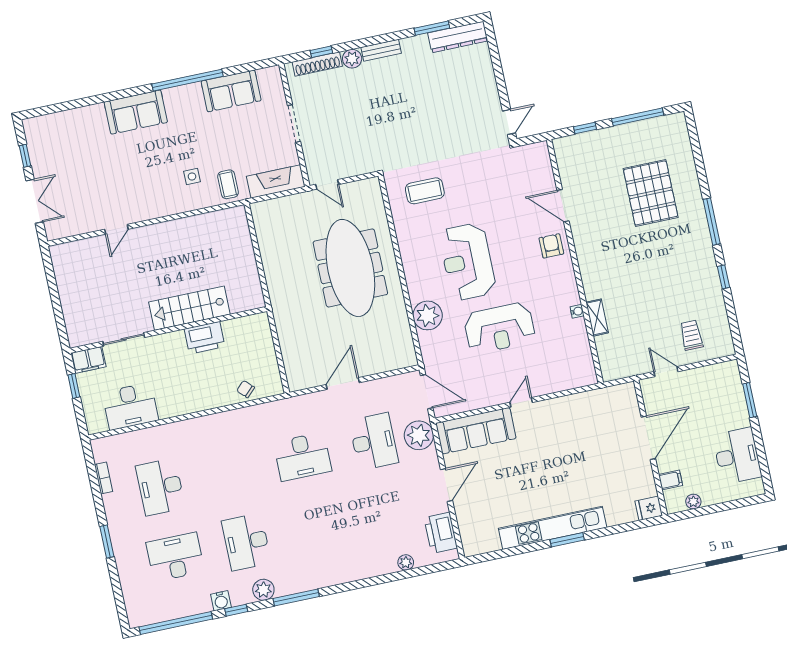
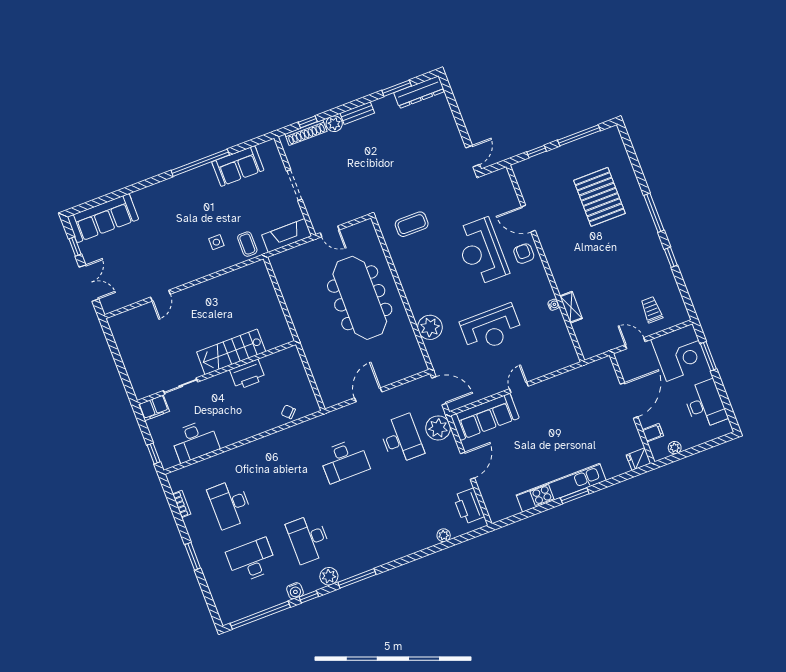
sofa: (136, 112) -> (103, 218), moved, width x1.36
reception desk: (467, 262) -> (481, 252), moved
window: (74, 386) -> (154, 453), moved
corner desk: (716, 391) -> (680, 352), added

